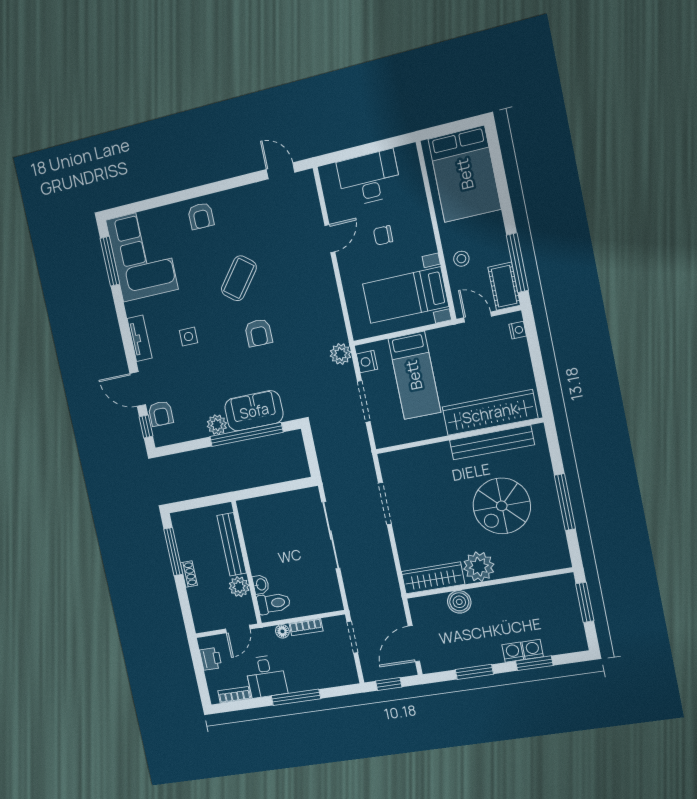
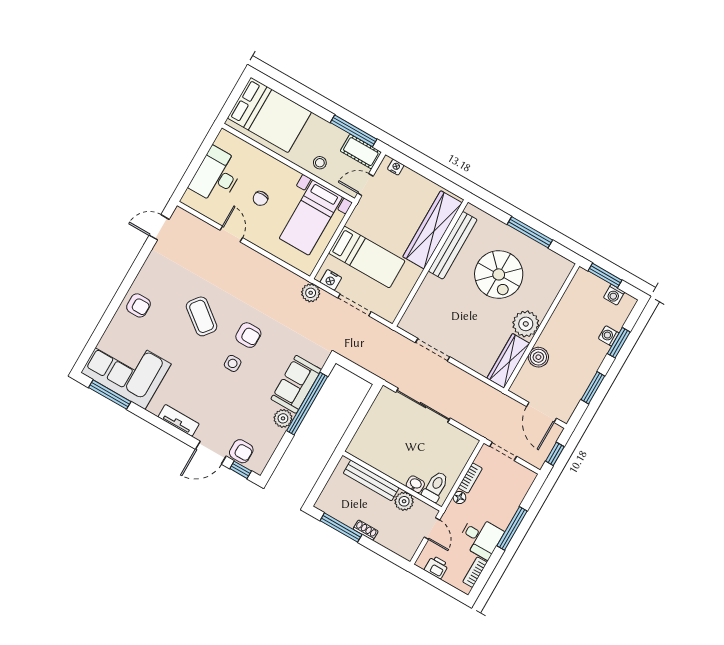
side table: (189, 337) -> (233, 363), moved
washing machine: (513, 652) -> (614, 295), moved, turned -90

